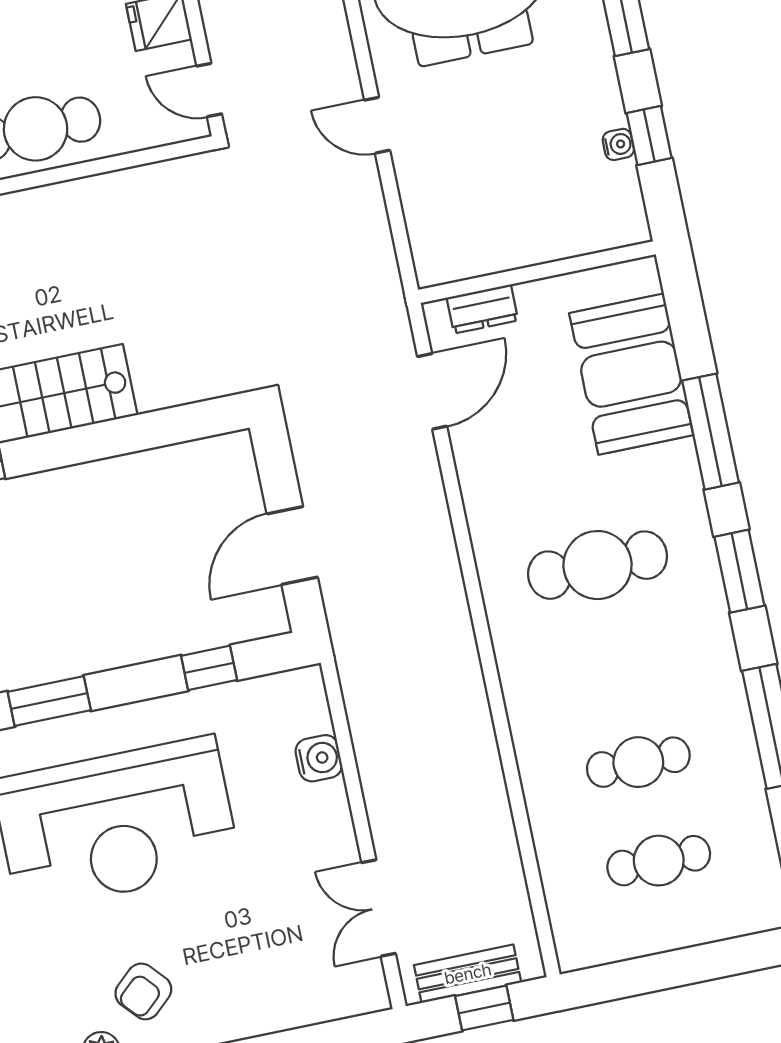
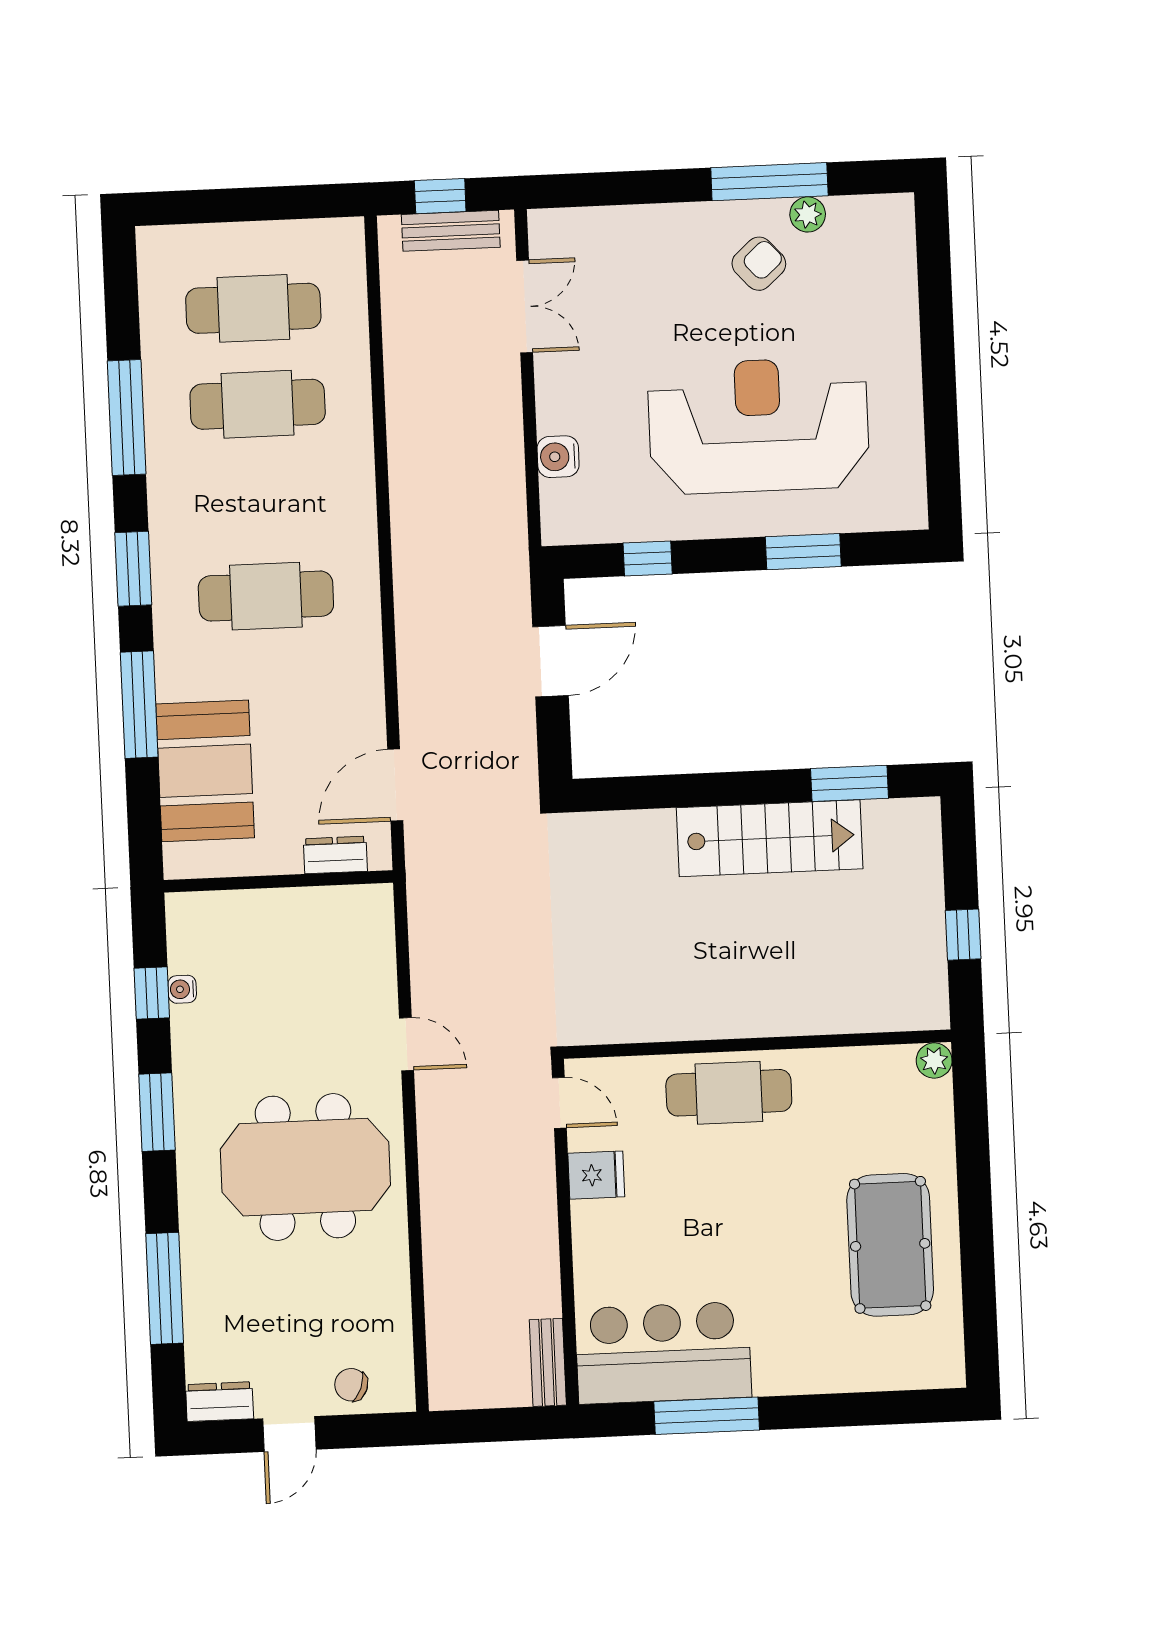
cafe table: (638, 762) -> (258, 404), width x1.37, depth x1.35
cafe table: (659, 861) -> (253, 308), width x1.37, depth x1.35

